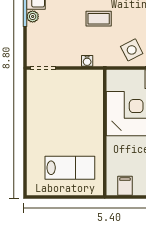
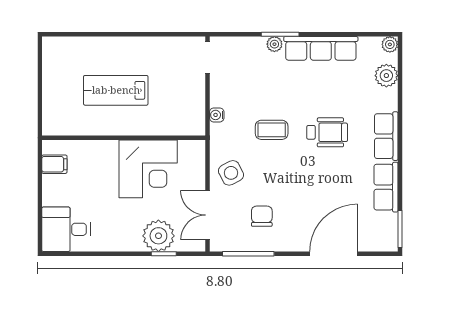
coffee table: (99, 19) -> (272, 130), turned 90
lab bench: (70, 168) -> (116, 90), moved, turned 90

